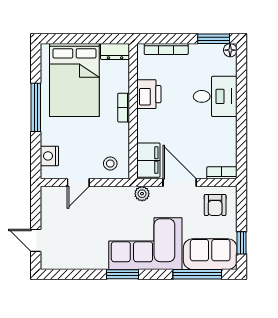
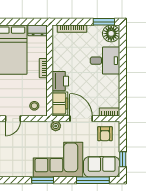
floor lamp: (230, 50) -> (111, 33), width x1.89, depth x1.89
printer: (149, 94) -> (60, 81), moved

